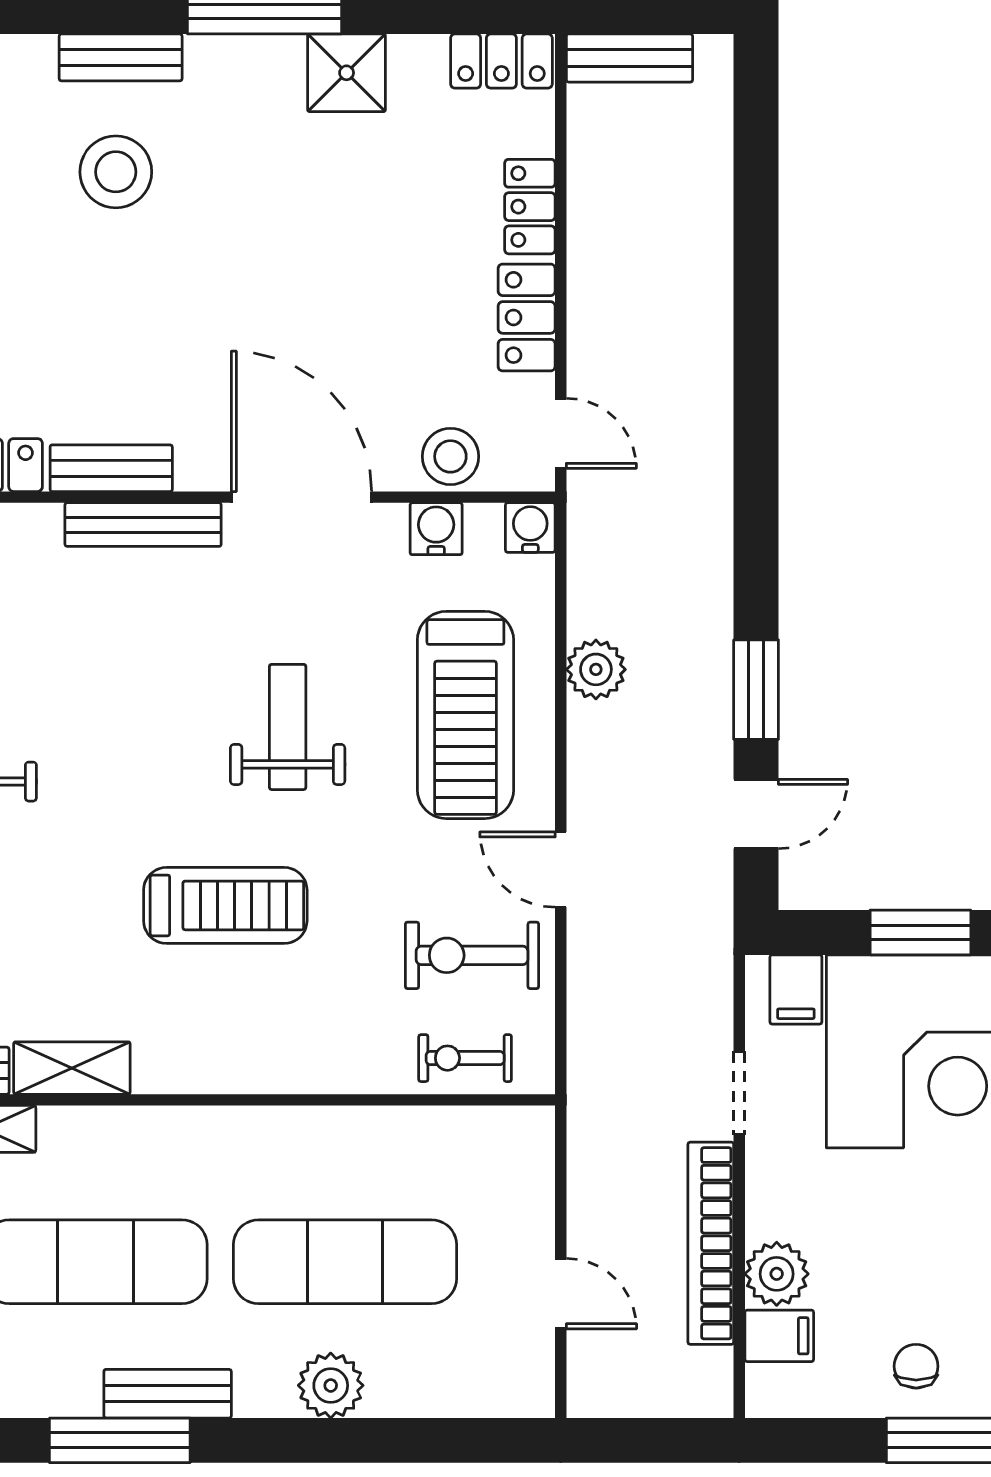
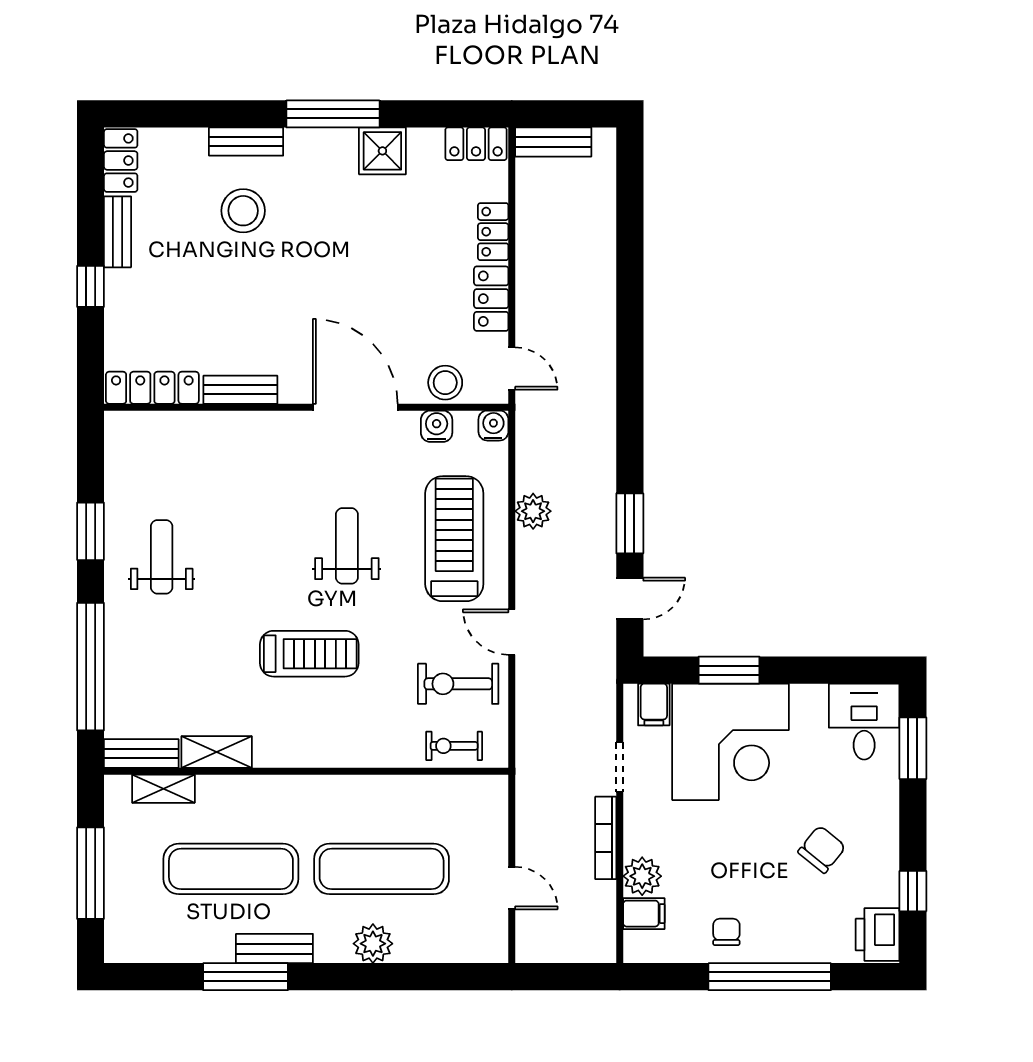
bench: (143, 525) -> (260, 424), removed
treadmill: (465, 715) -> (454, 539), turned 180
bookcase: (711, 1243) -> (606, 838), width x0.68, depth x0.76

